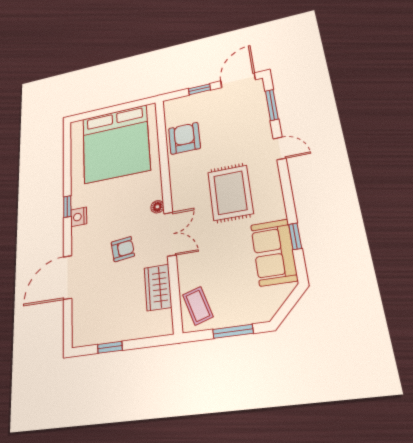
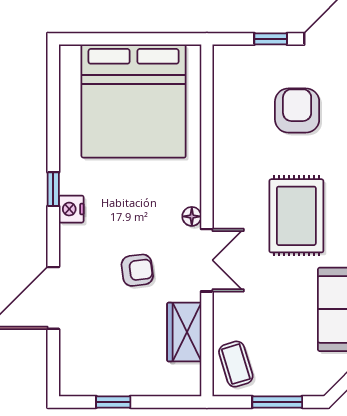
armchair: (184, 138) -> (297, 110), moved

